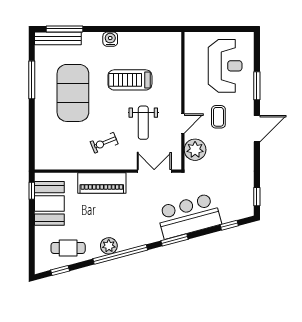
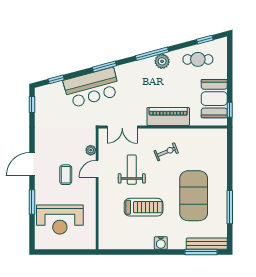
reception desk: (225, 66) -> (60, 220), turned -90
plant: (195, 150) -> (91, 150), width x0.53, depth x0.53
window: (120, 254) -> (152, 54), width x0.68

